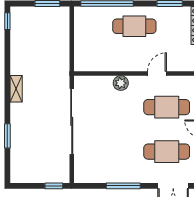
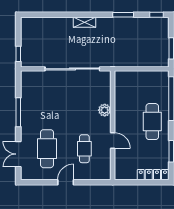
shelving: (16, 89) -> (84, 22), moved
cafe table: (167, 107) -> (84, 149), width x0.73, depth x0.74
window: (7, 136) -> (123, 15), moved

